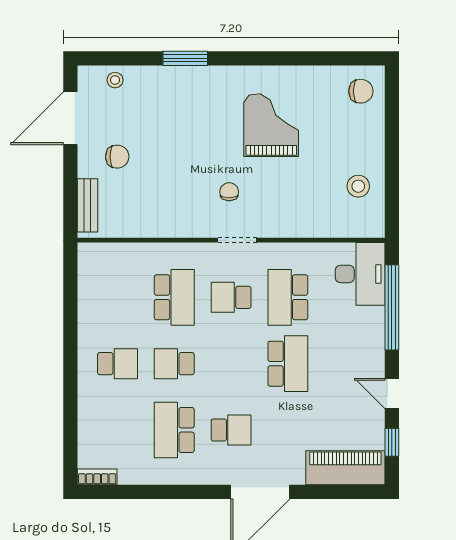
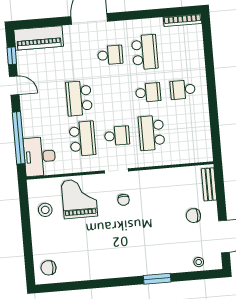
grand piano: (271, 125) -> (79, 198), moved, turned 180
school desk: (231, 430) -> (110, 55), turned 180
bookcase: (97, 477) -> (183, 20), width x1.56

